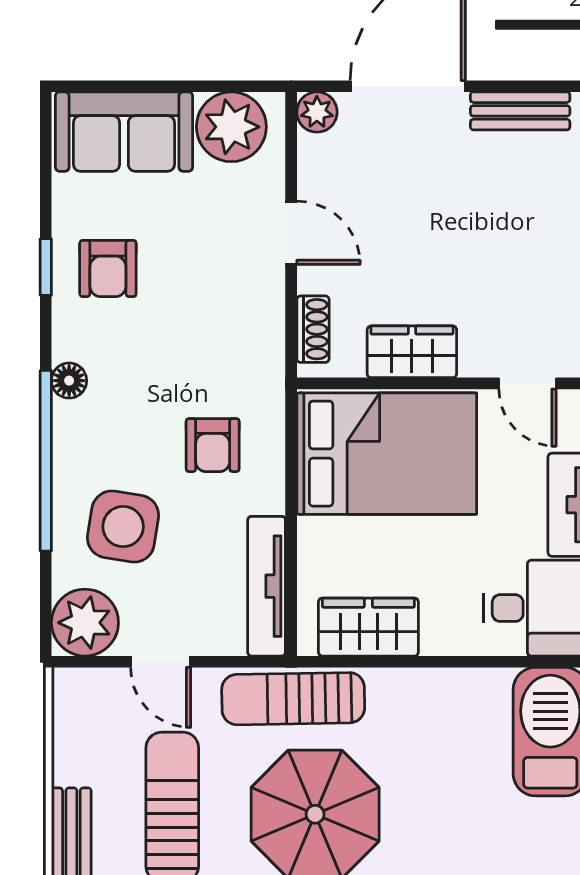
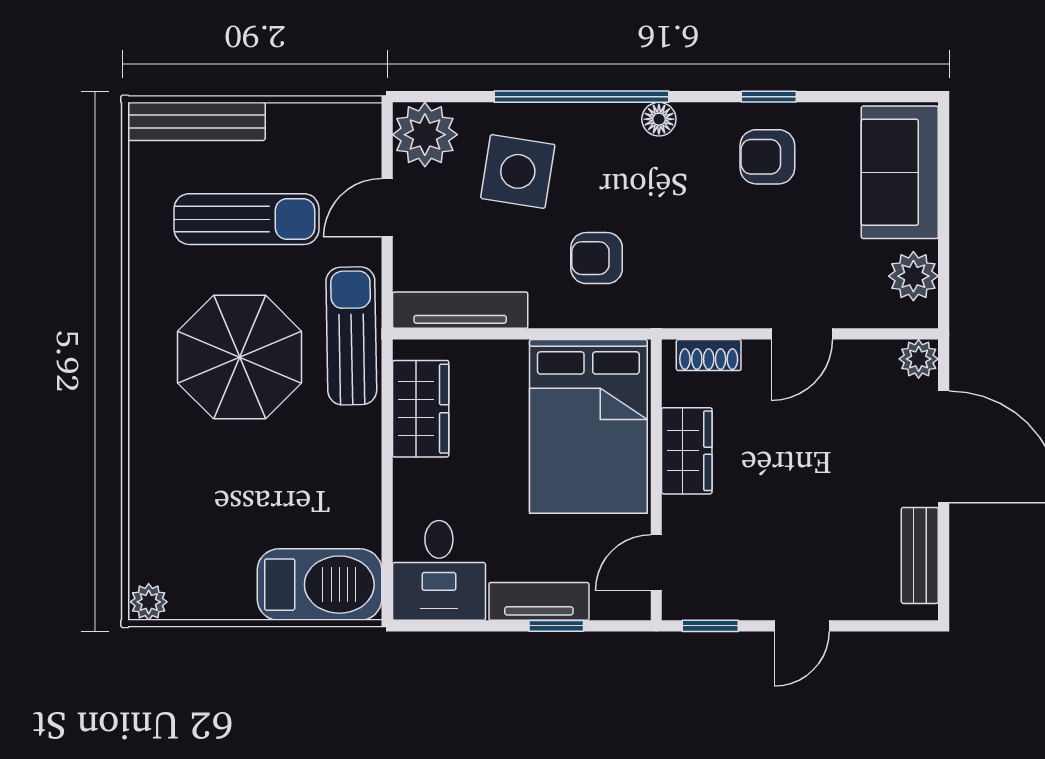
plant: (231, 127) -> (913, 276), width x0.73, depth x0.73

